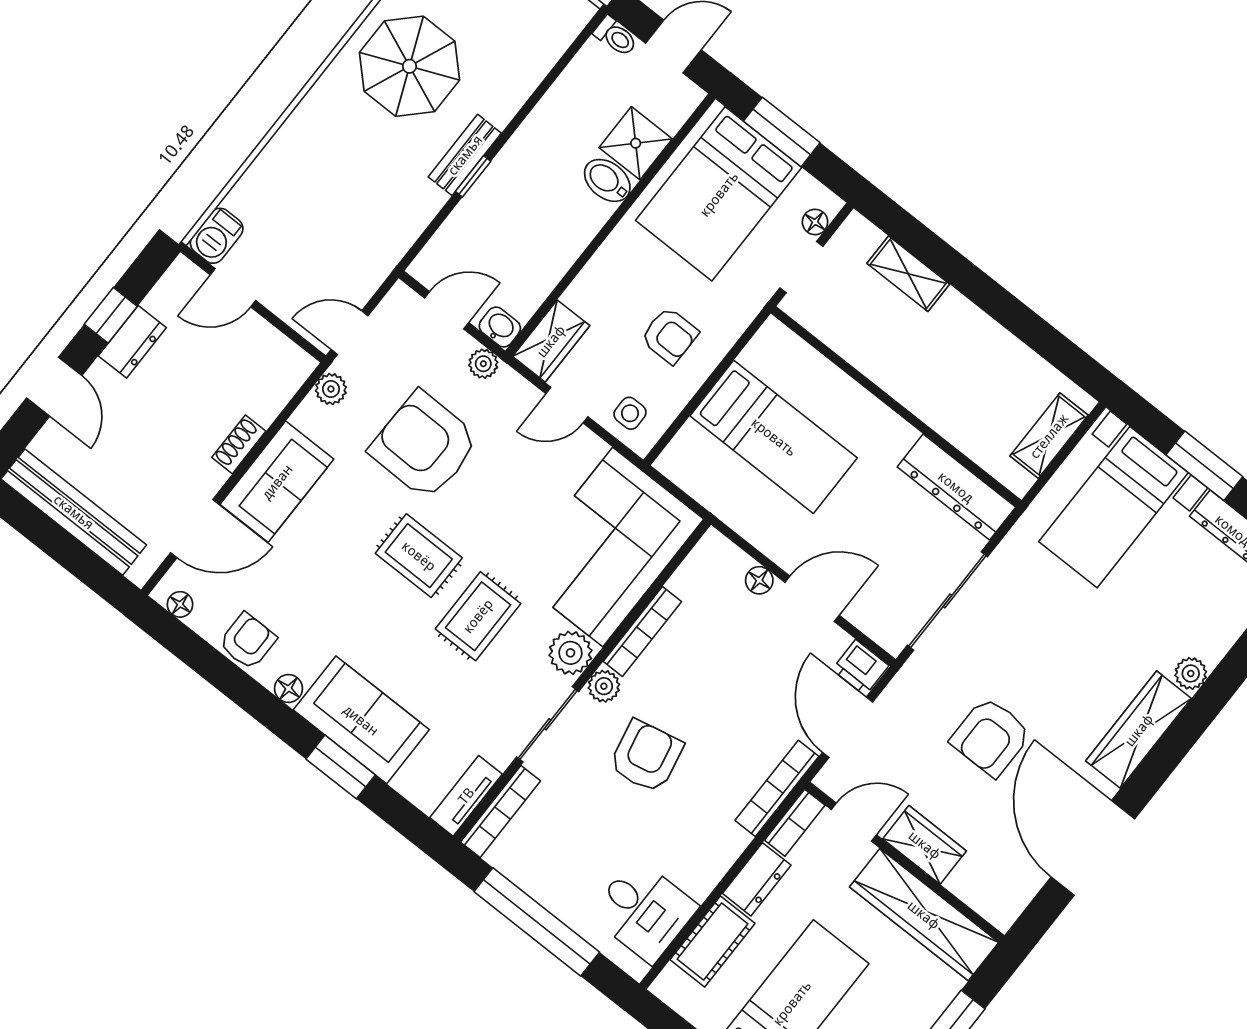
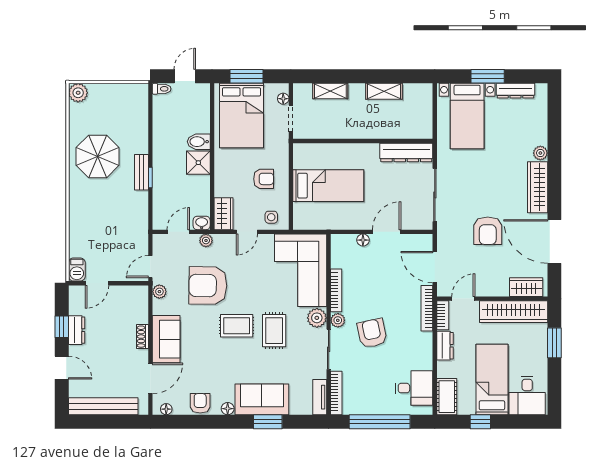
shower: (636, 143) -> (198, 163), moved
shelving: (1049, 436) -> (384, 91), moved, turned 90
printer: (860, 668) -> (423, 243), removed
wardrobe: (925, 845) -> (526, 287), moved
cot: (713, 942) -> (447, 397), moved

